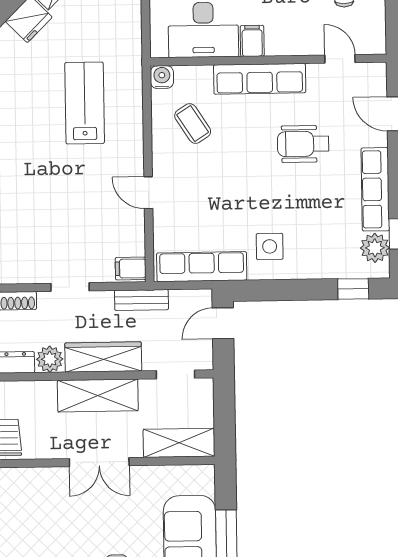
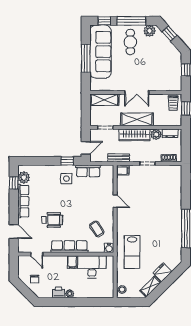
lab bench: (85, 103) -> (132, 252), moved
row of seats: (202, 267) -> (88, 171), width x0.68
window: (353, 289) -> (67, 161), moved
double door: (99, 462) -> (137, 92), swing flipped

